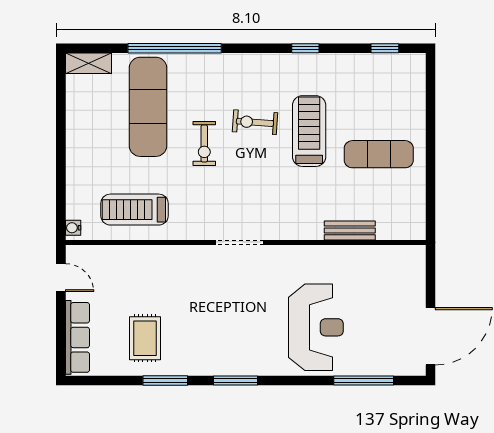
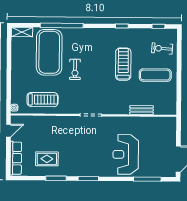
exercise mat: (148, 107) -> (49, 52), width x1.47
exercise bike: (255, 122) -> (162, 49), moved
treadmill: (135, 210) -> (43, 100), turned 180
door: (61, 278) -> (8, 131), hinge flipped
reception desk: (316, 327) -> (126, 154), turned 180
rug: (145, 338) -> (47, 159), turned 90

